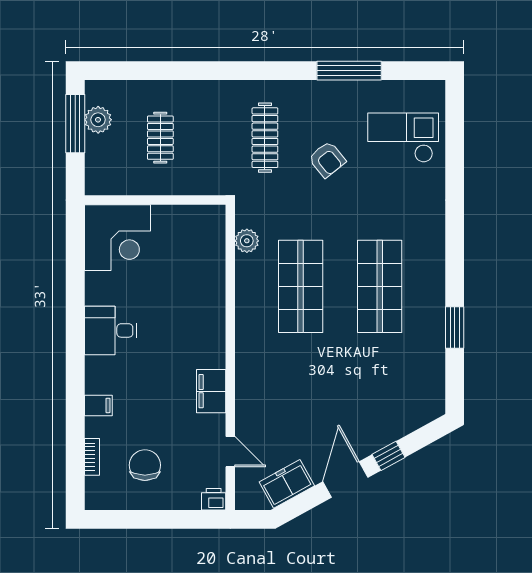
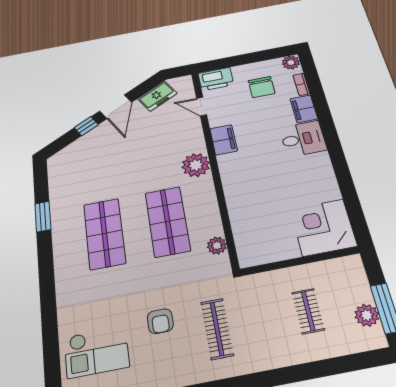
armchair: (327, 159) -> (160, 321), turned -141
desk: (111, 330) -> (303, 139), moved
plant: (253, 360) -> (196, 165), added
filing cabinet: (98, 405) -> (304, 109), width x2.00
plant: (97, 498) -> (291, 63), added
printer: (214, 499) -> (216, 79), width x1.87, depth x1.48

